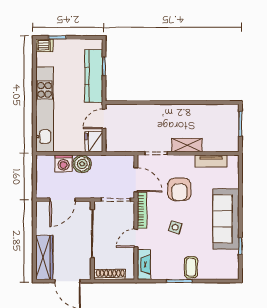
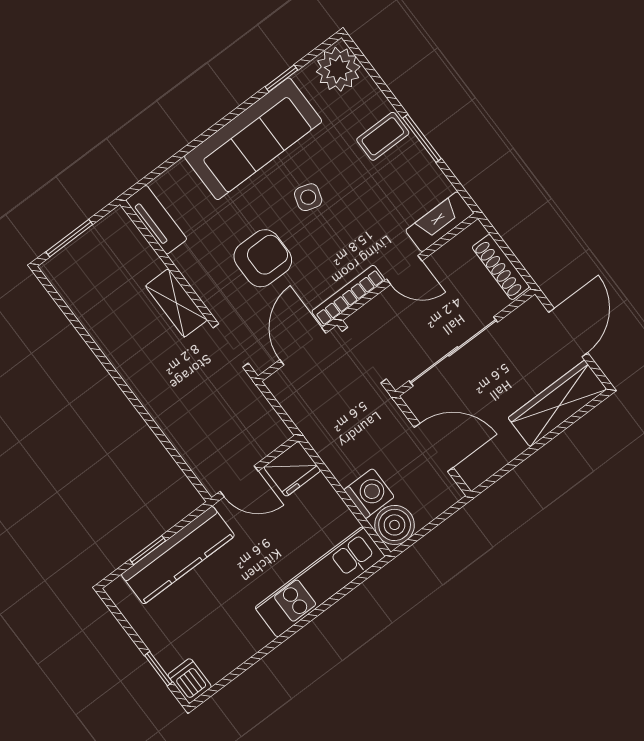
kitchen unit: (45, 109) -> (320, 582), width x0.73
tv unit: (211, 161) -> (156, 220), moved
boiler: (82, 164) -> (395, 525), moved
side table: (175, 227) -> (308, 197), moved
plant: (228, 269) -> (338, 69), added

